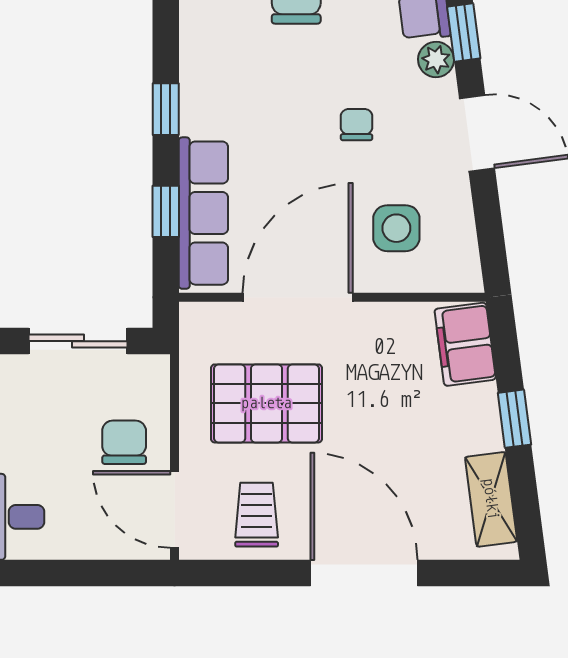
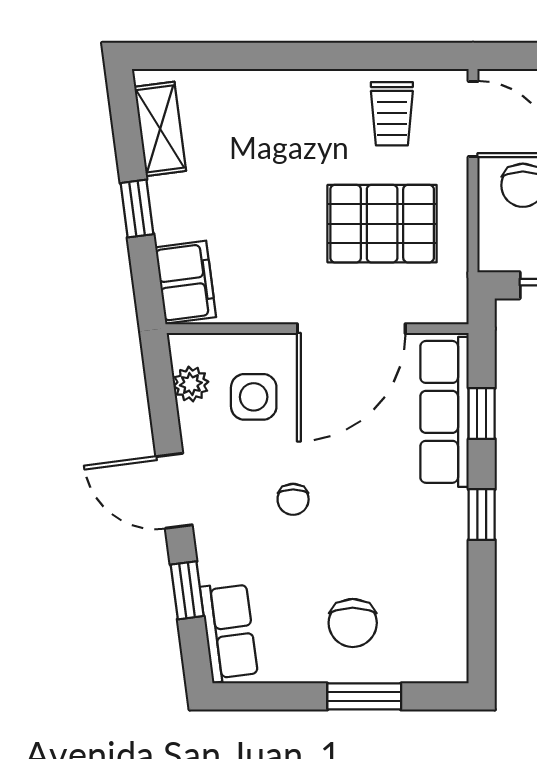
plant: (436, 60) -> (191, 384), moved
door: (364, 573) -> (286, 56), removed

